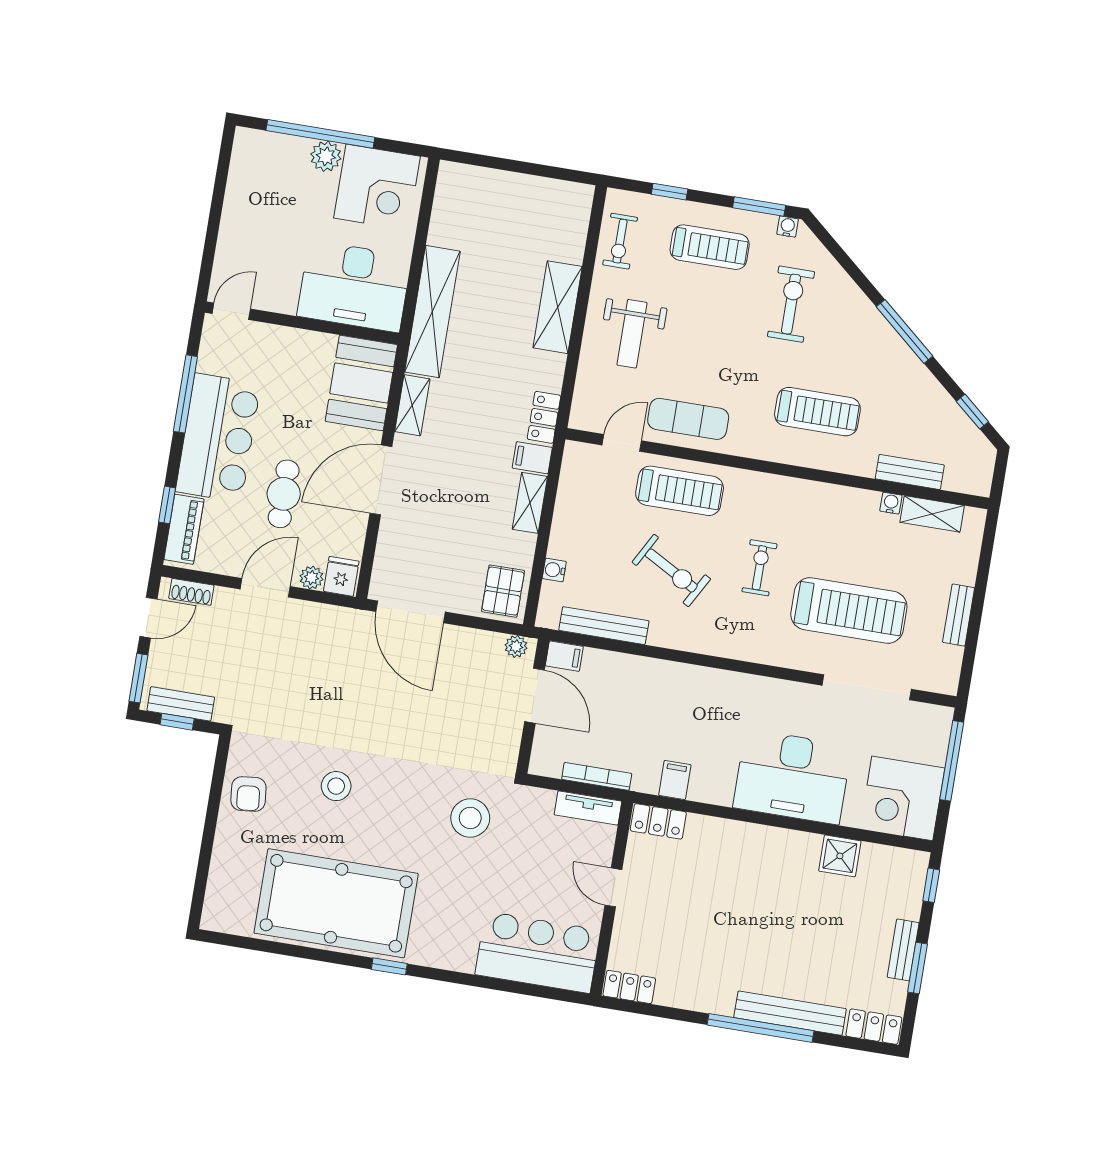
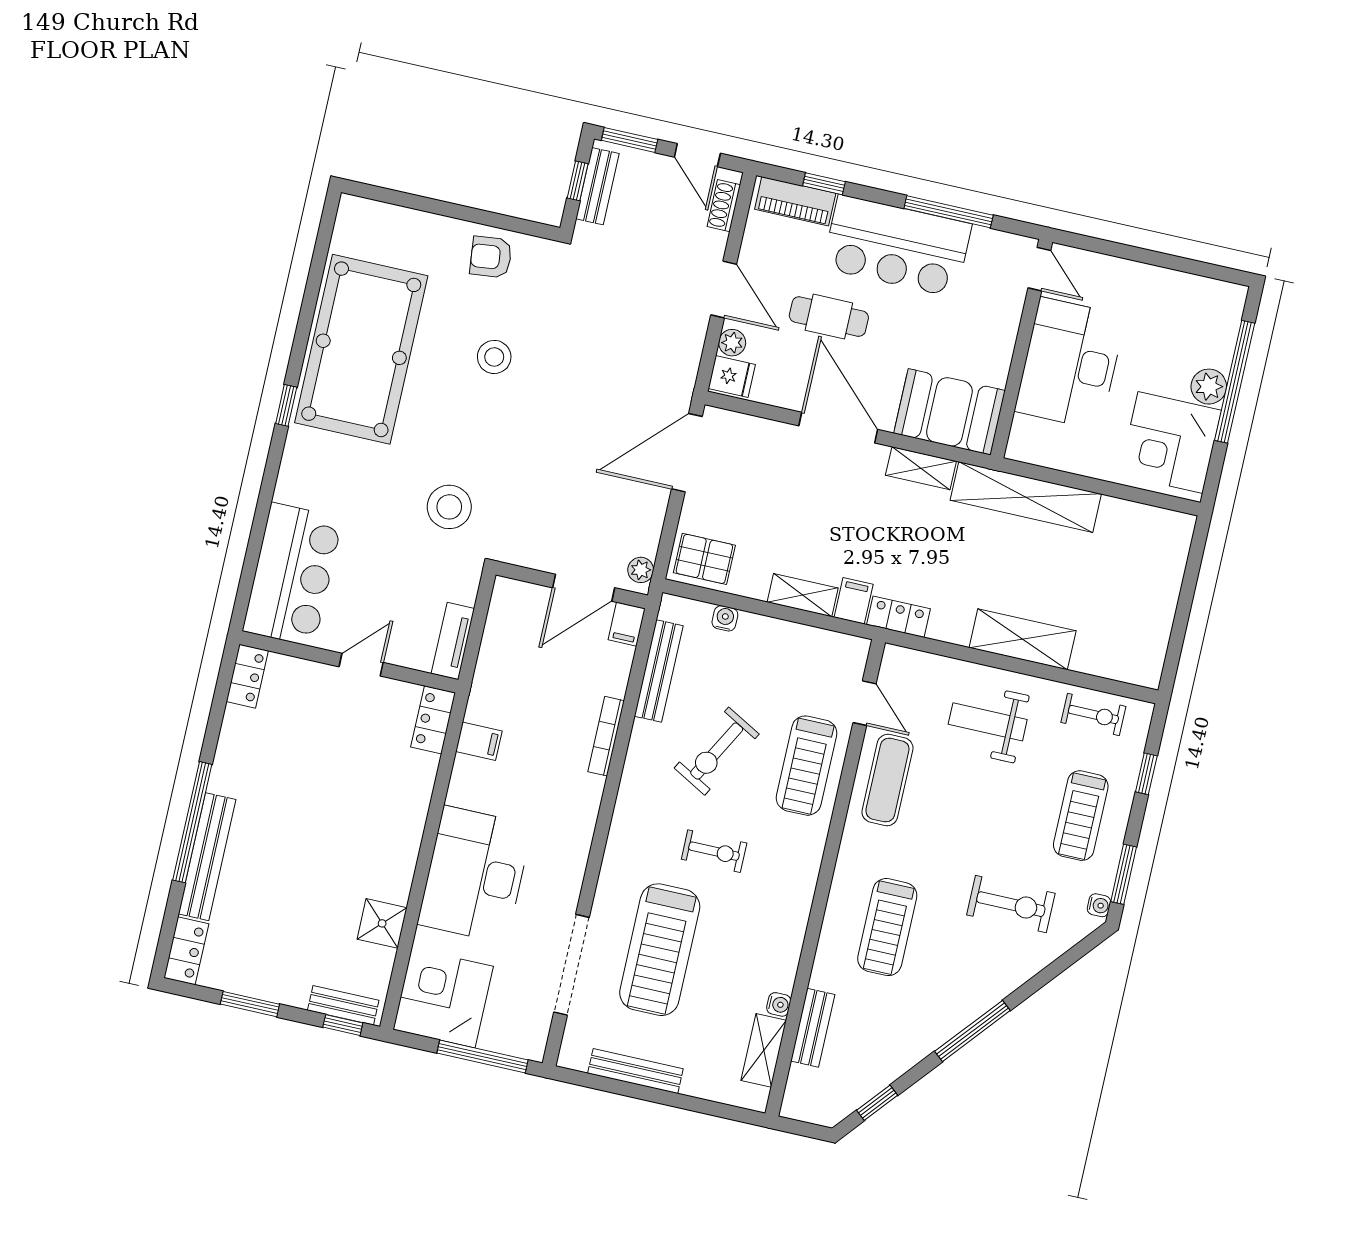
exercise bike: (620, 241) -> (1093, 714), turned 180
desk: (354, 286) -> (1070, 363), moved
bench: (959, 615) -> (635, 1071), width x1.36
bookcase: (597, 776) -> (606, 736), moved, turned 180
bench: (903, 950) -> (343, 1005), moved

